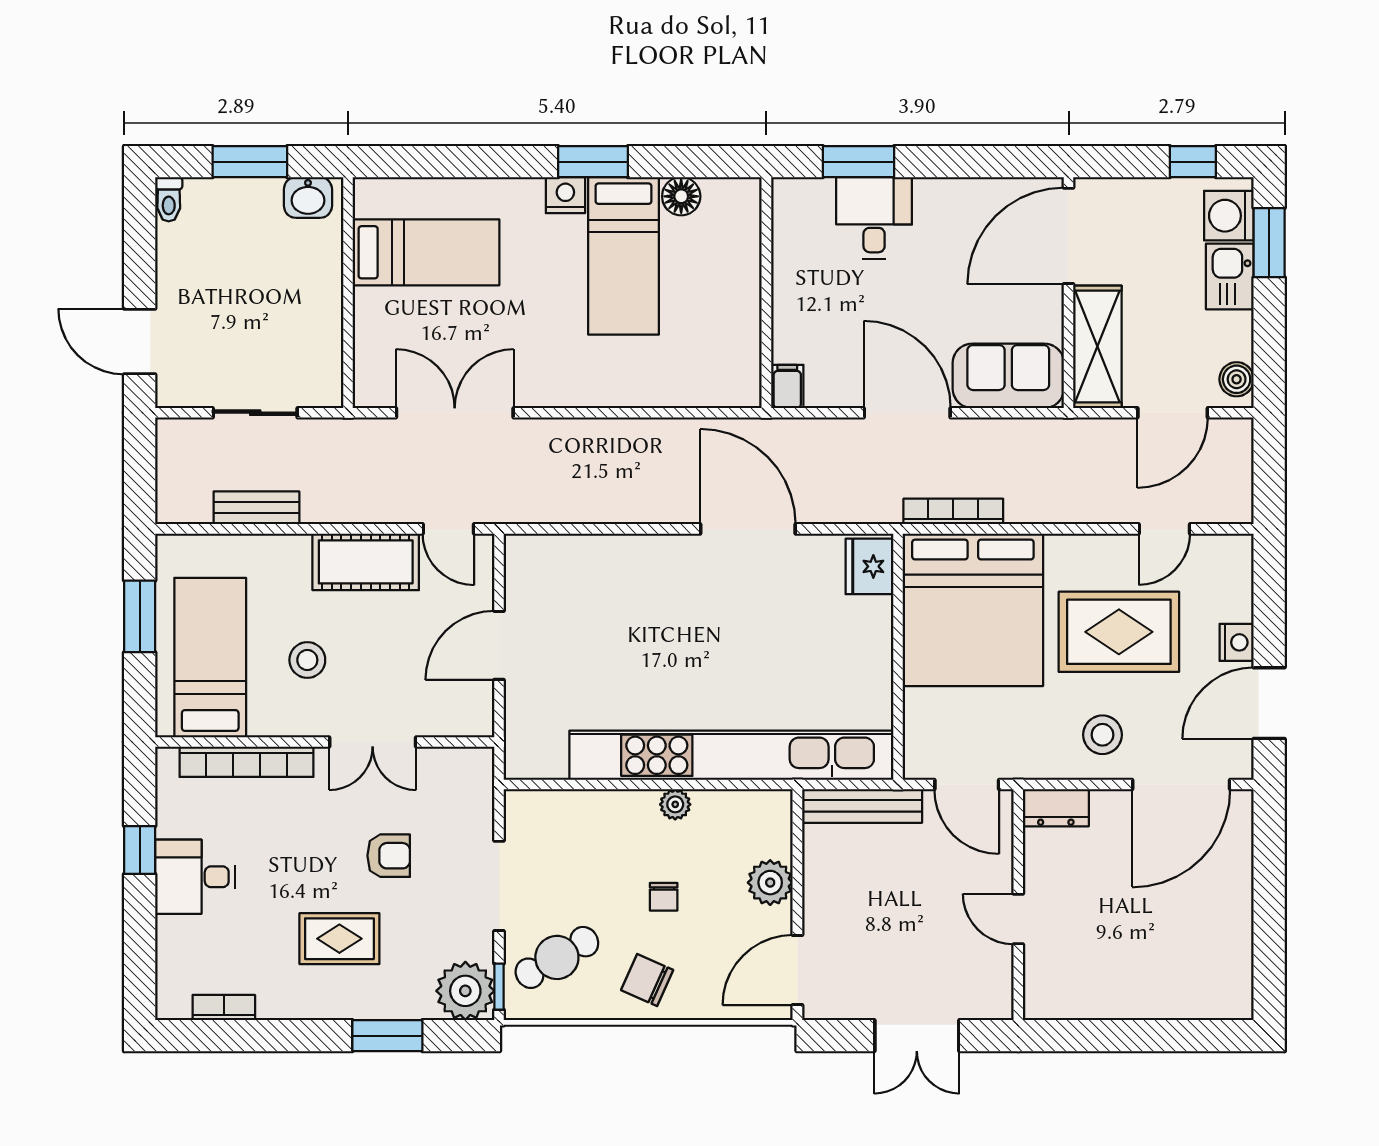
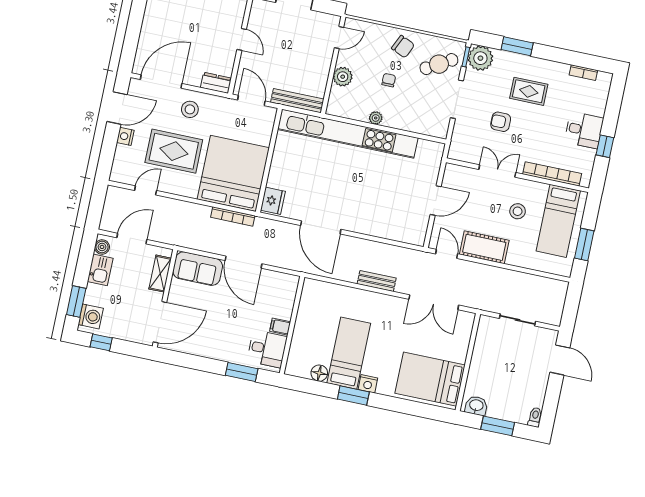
desk: (874, 218) -> (267, 349), moved, turned -90
bed: (426, 252) -> (430, 379), width x1.50
kitchen sink: (1230, 276) -> (100, 270), moved
shelving: (1097, 346) -> (160, 274), width x0.67, depth x0.75
filing cabinet: (787, 386) -> (280, 327), moved, turned 90
bench: (256, 508) -> (377, 281), moved
door: (797, 970) -> (339, 37), width x0.73

